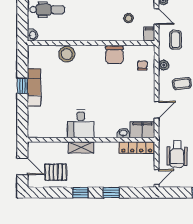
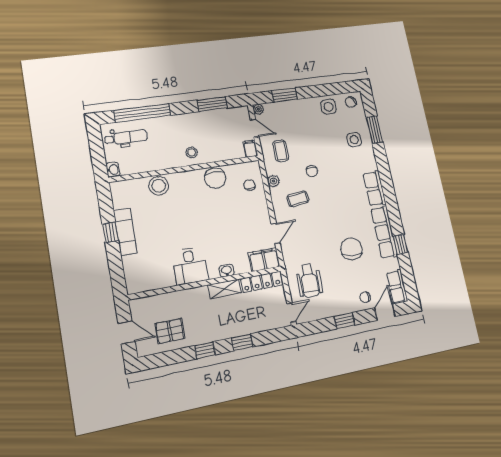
stool: (129, 18) -> (192, 152), moved
washbasin: (123, 133) -> (227, 271), moved
shelving: (81, 147) -> (225, 289), moved

